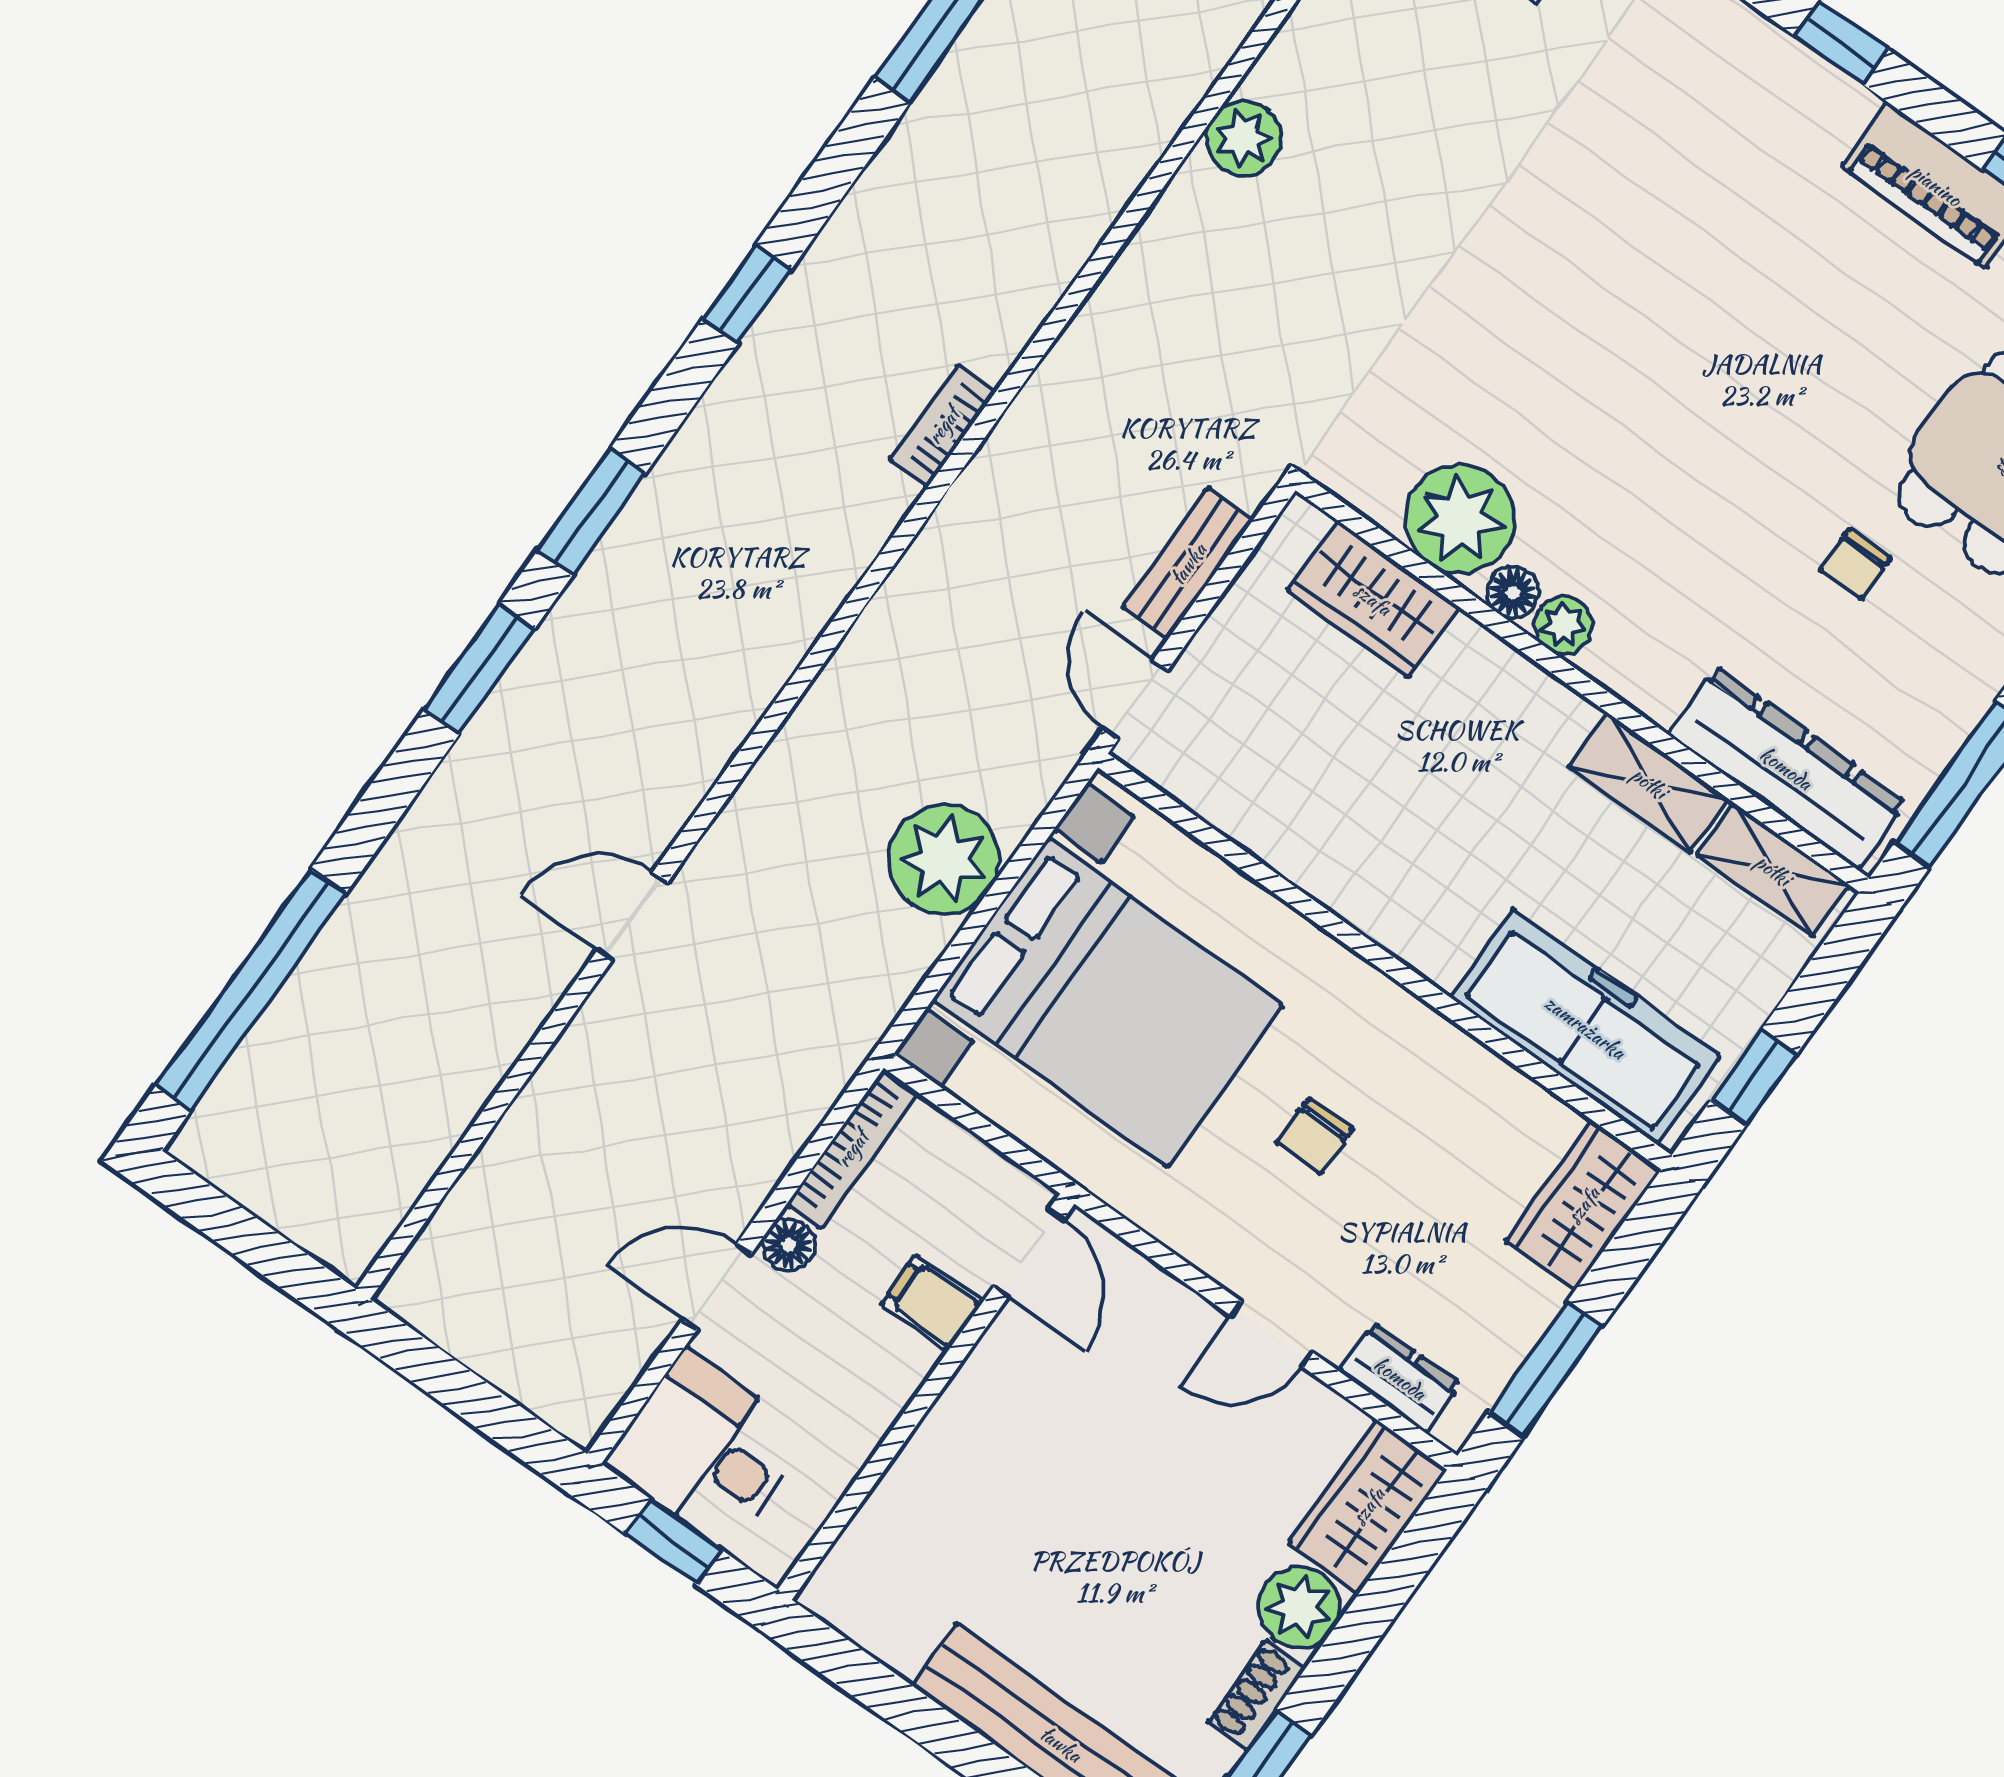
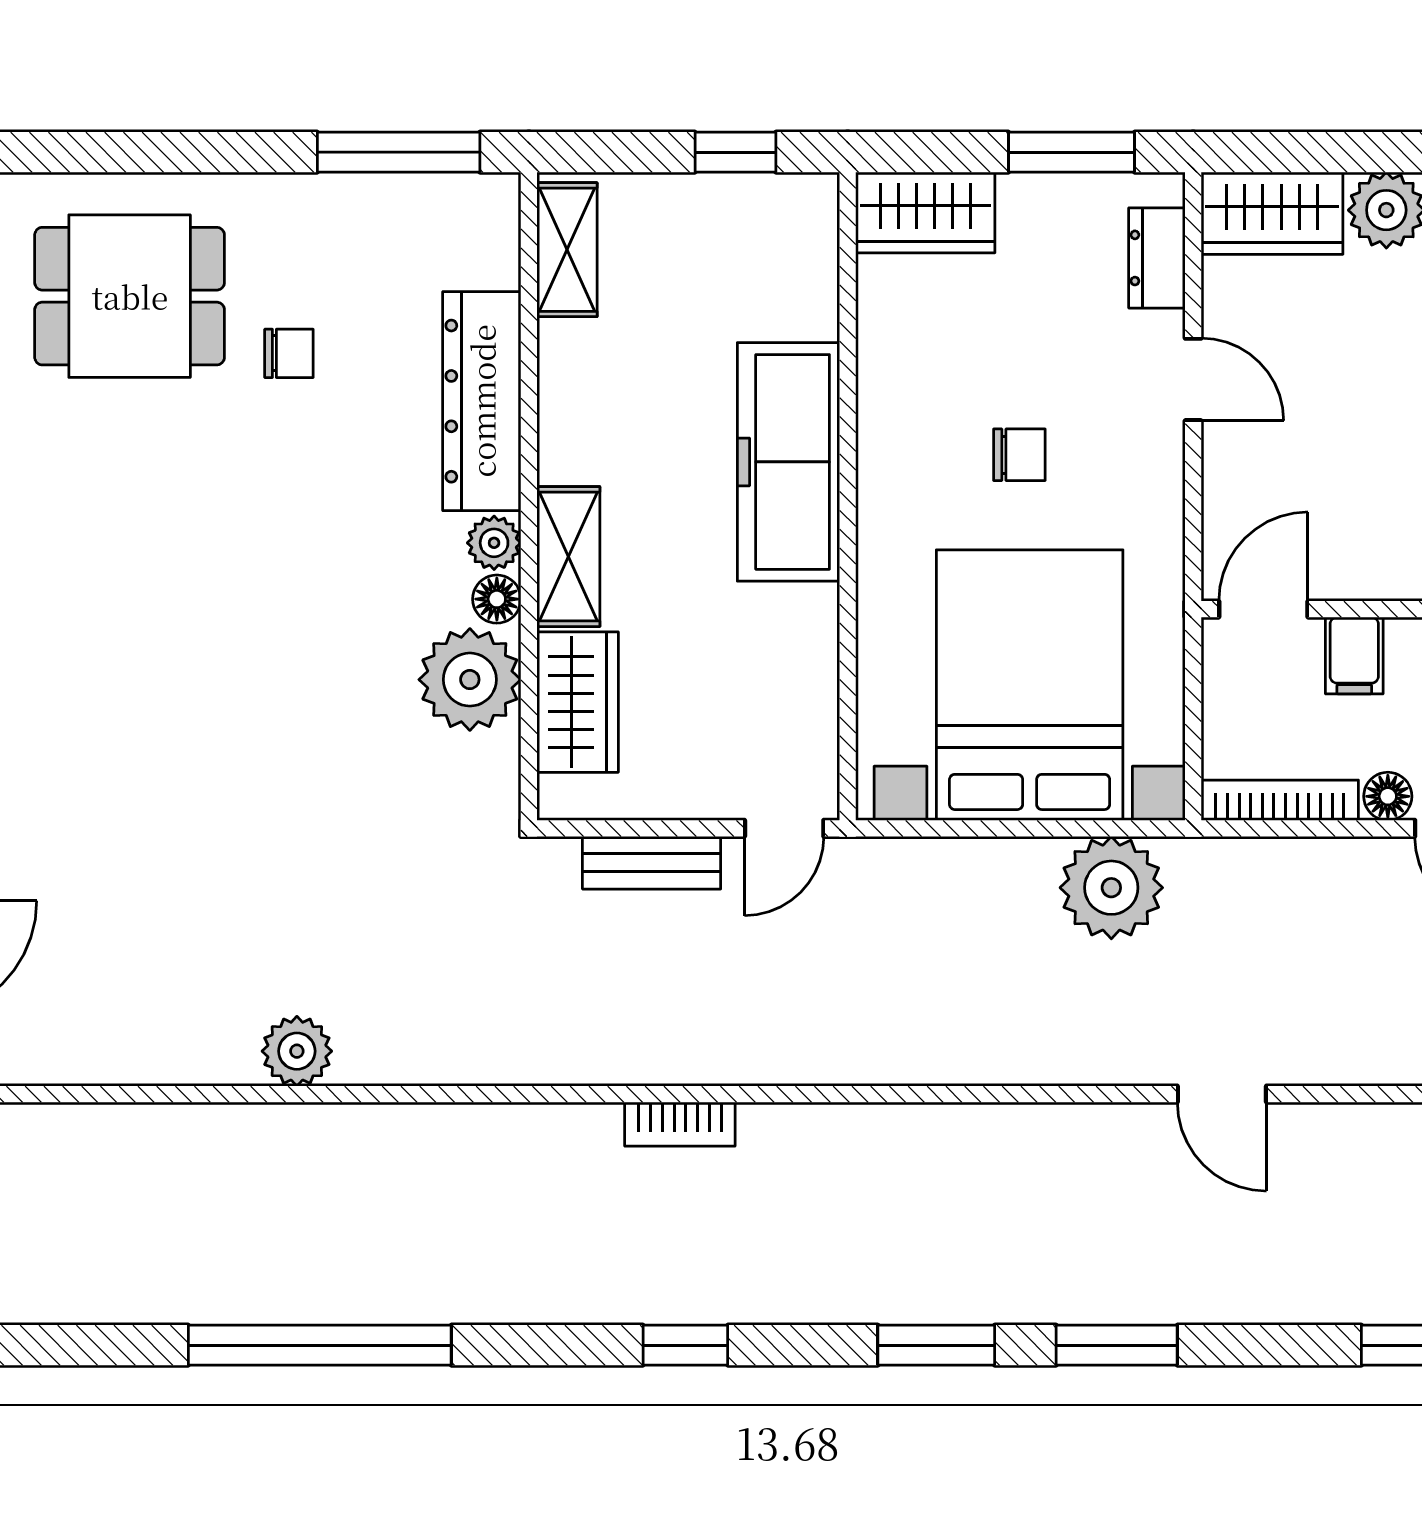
dresser: (1786, 768) -> (482, 401), moved
shelving: (1649, 783) -> (568, 557), moved
plant: (944, 860) -> (1111, 888), moved
freezer: (1585, 1027) -> (789, 462), moved

